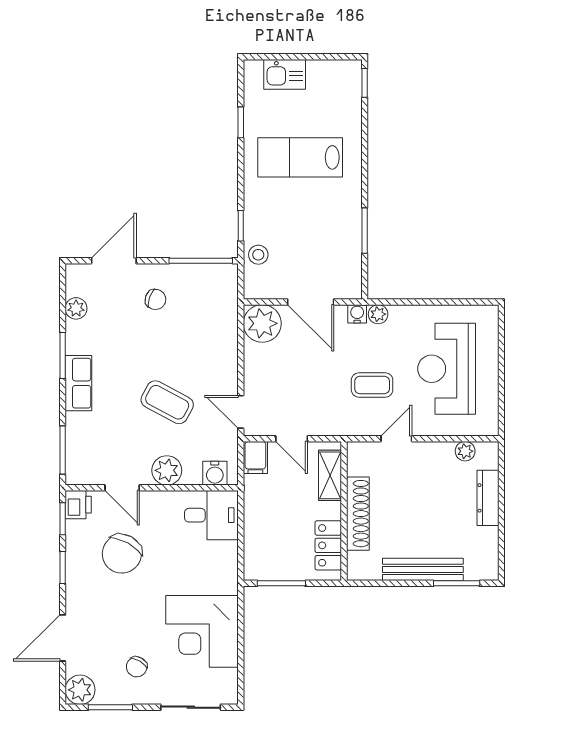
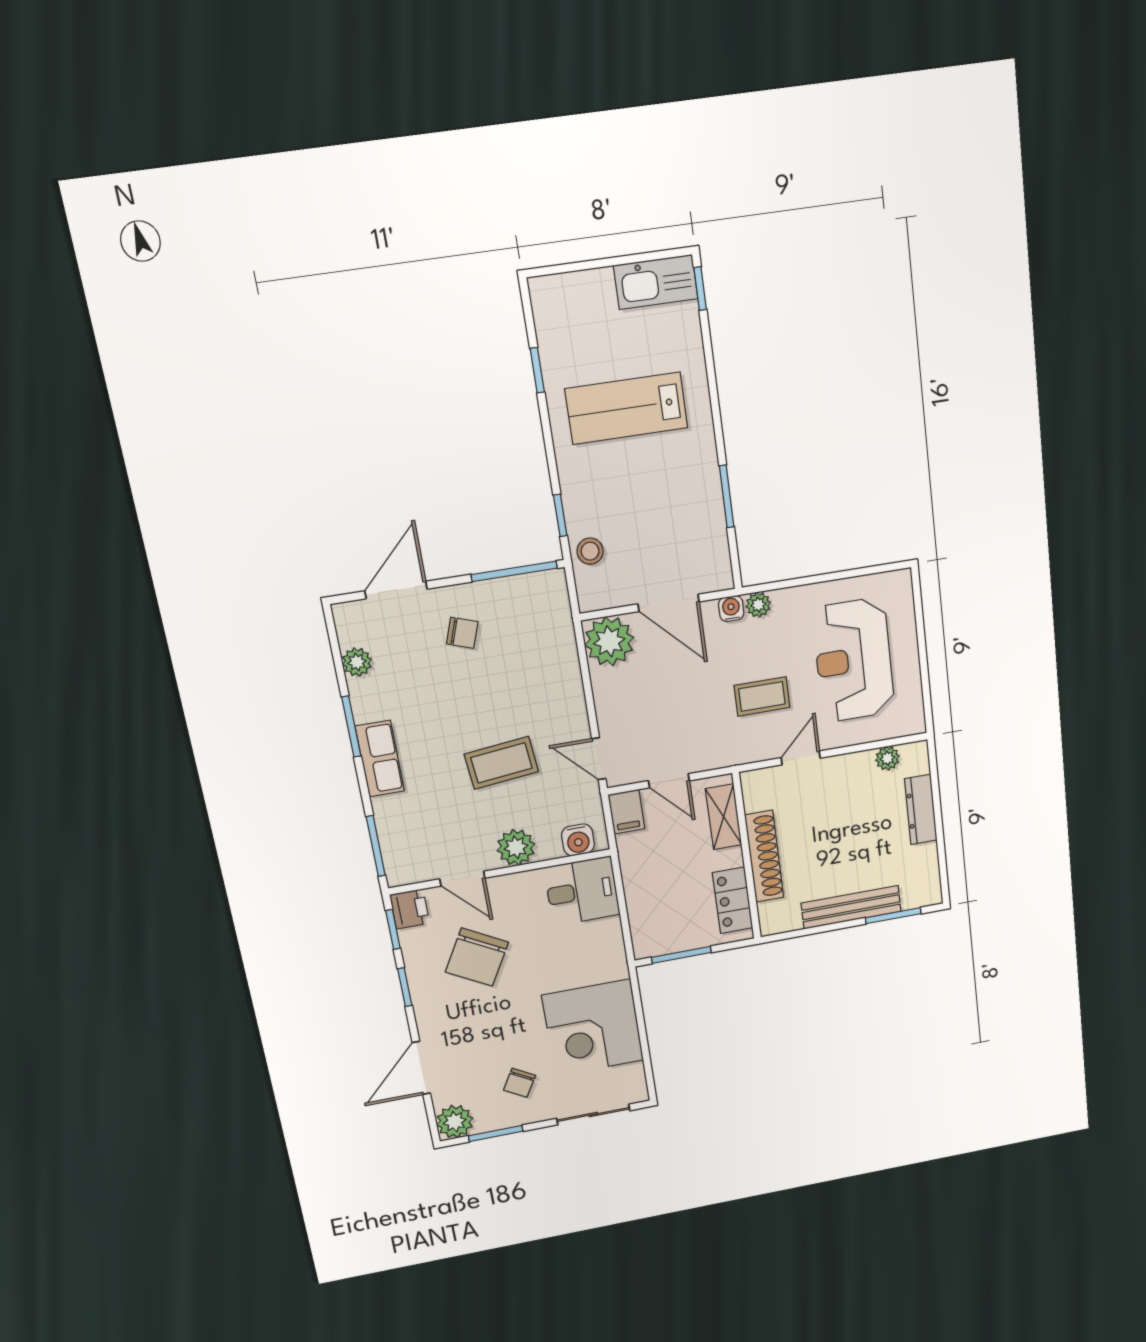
kitchen sink: (285, 74) -> (656, 282), moved, width x1.38
coffee table: (167, 402) -> (501, 763), turned -34

